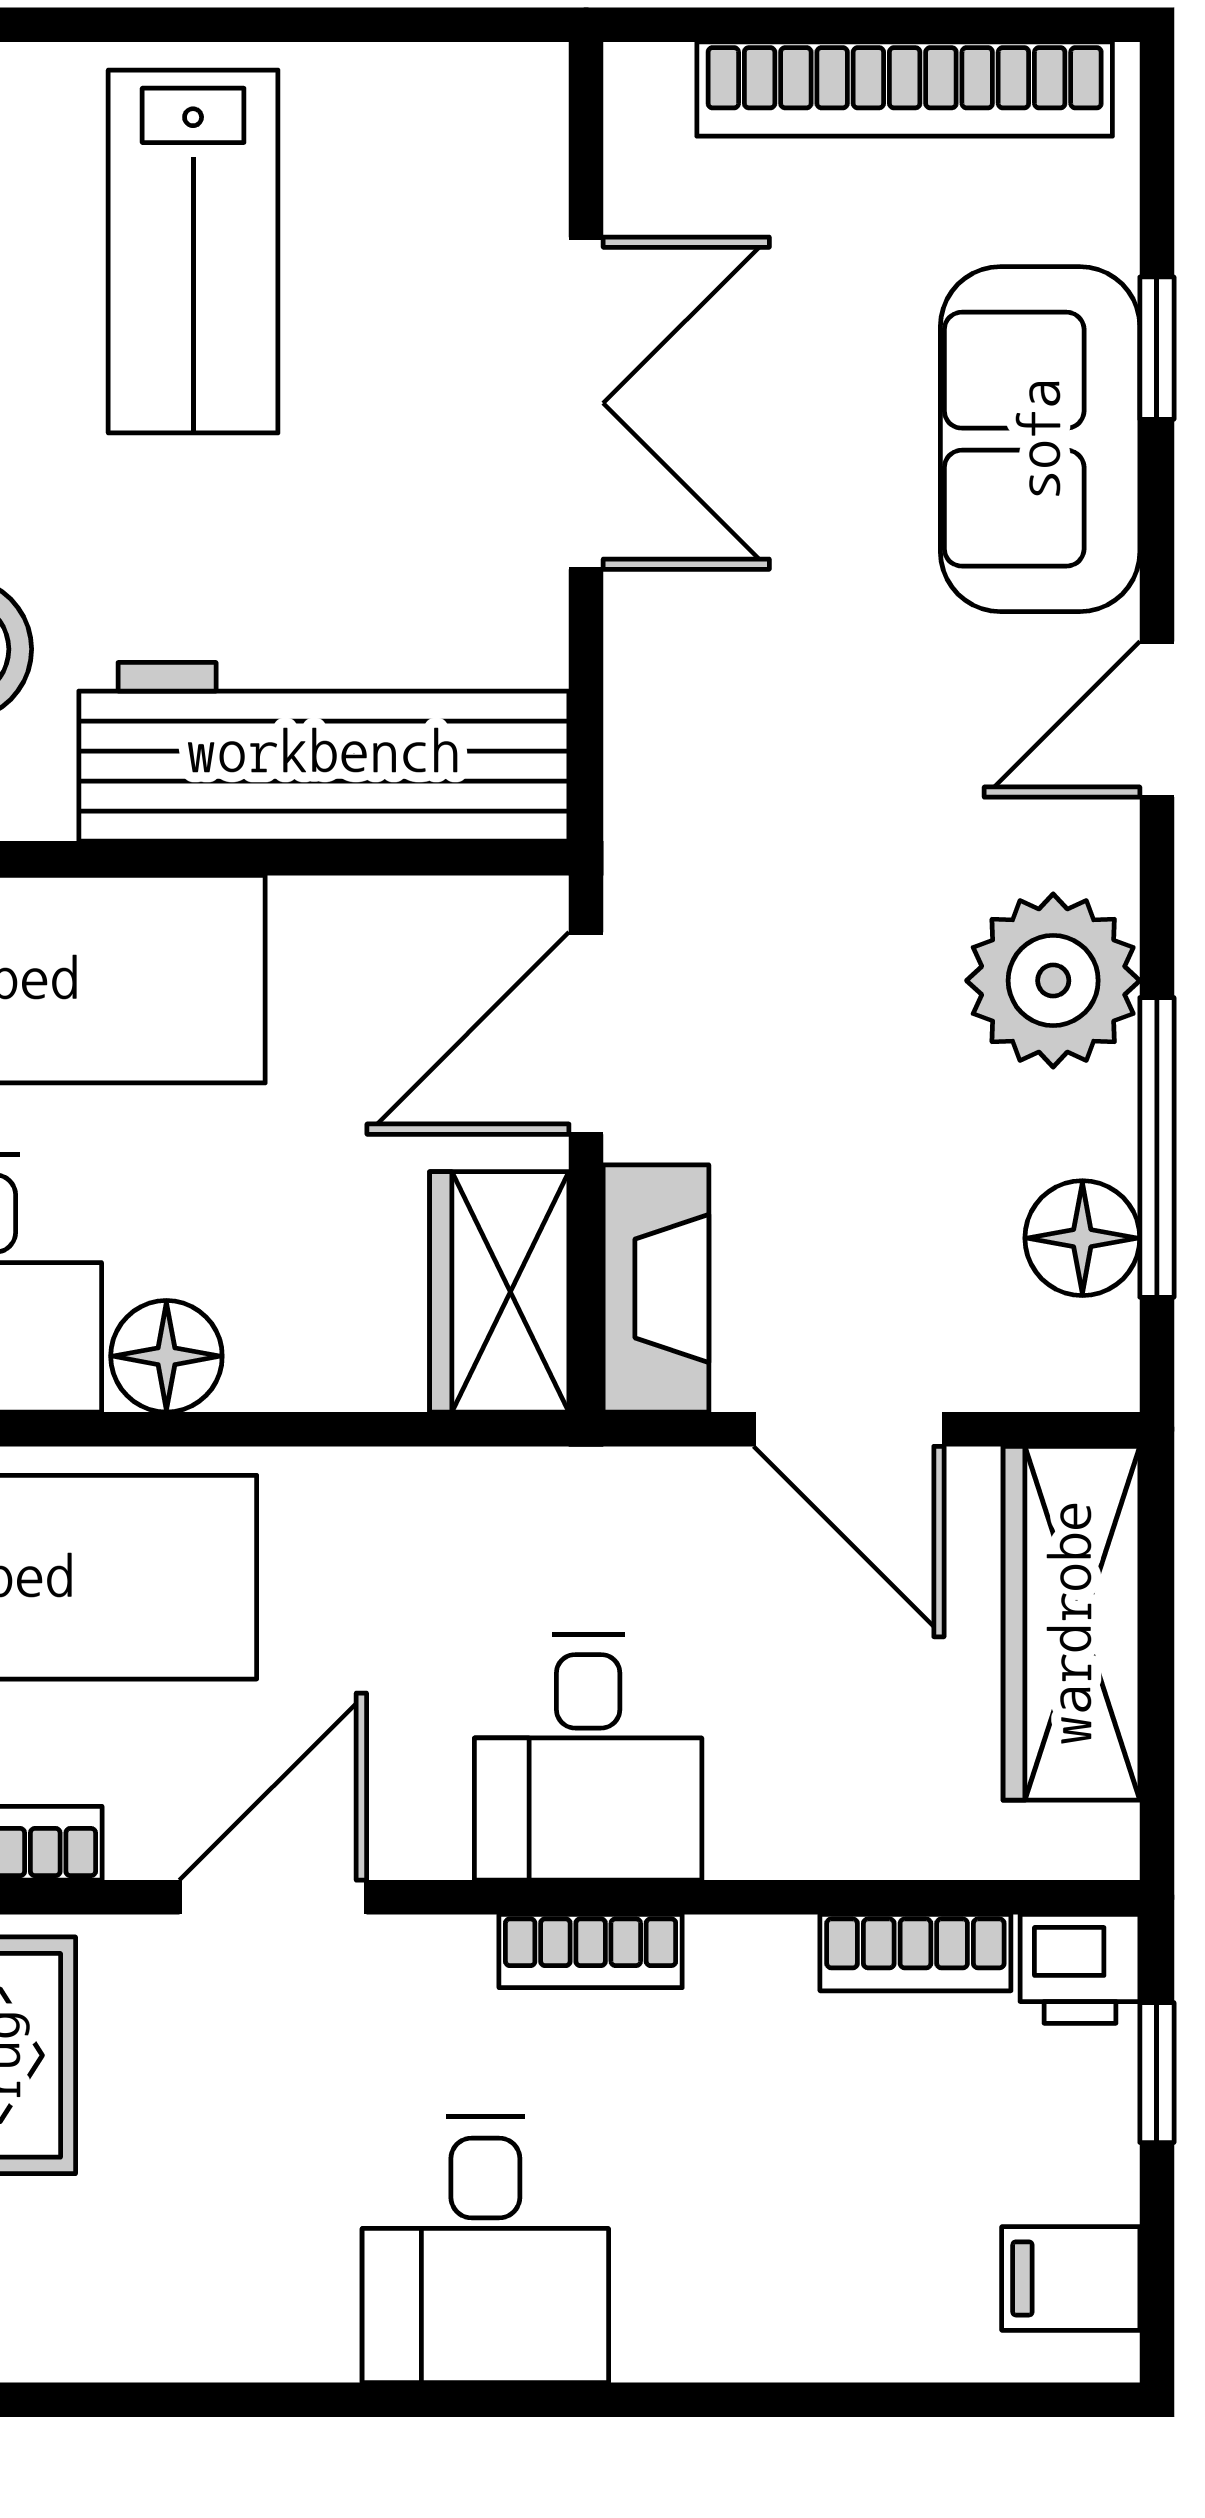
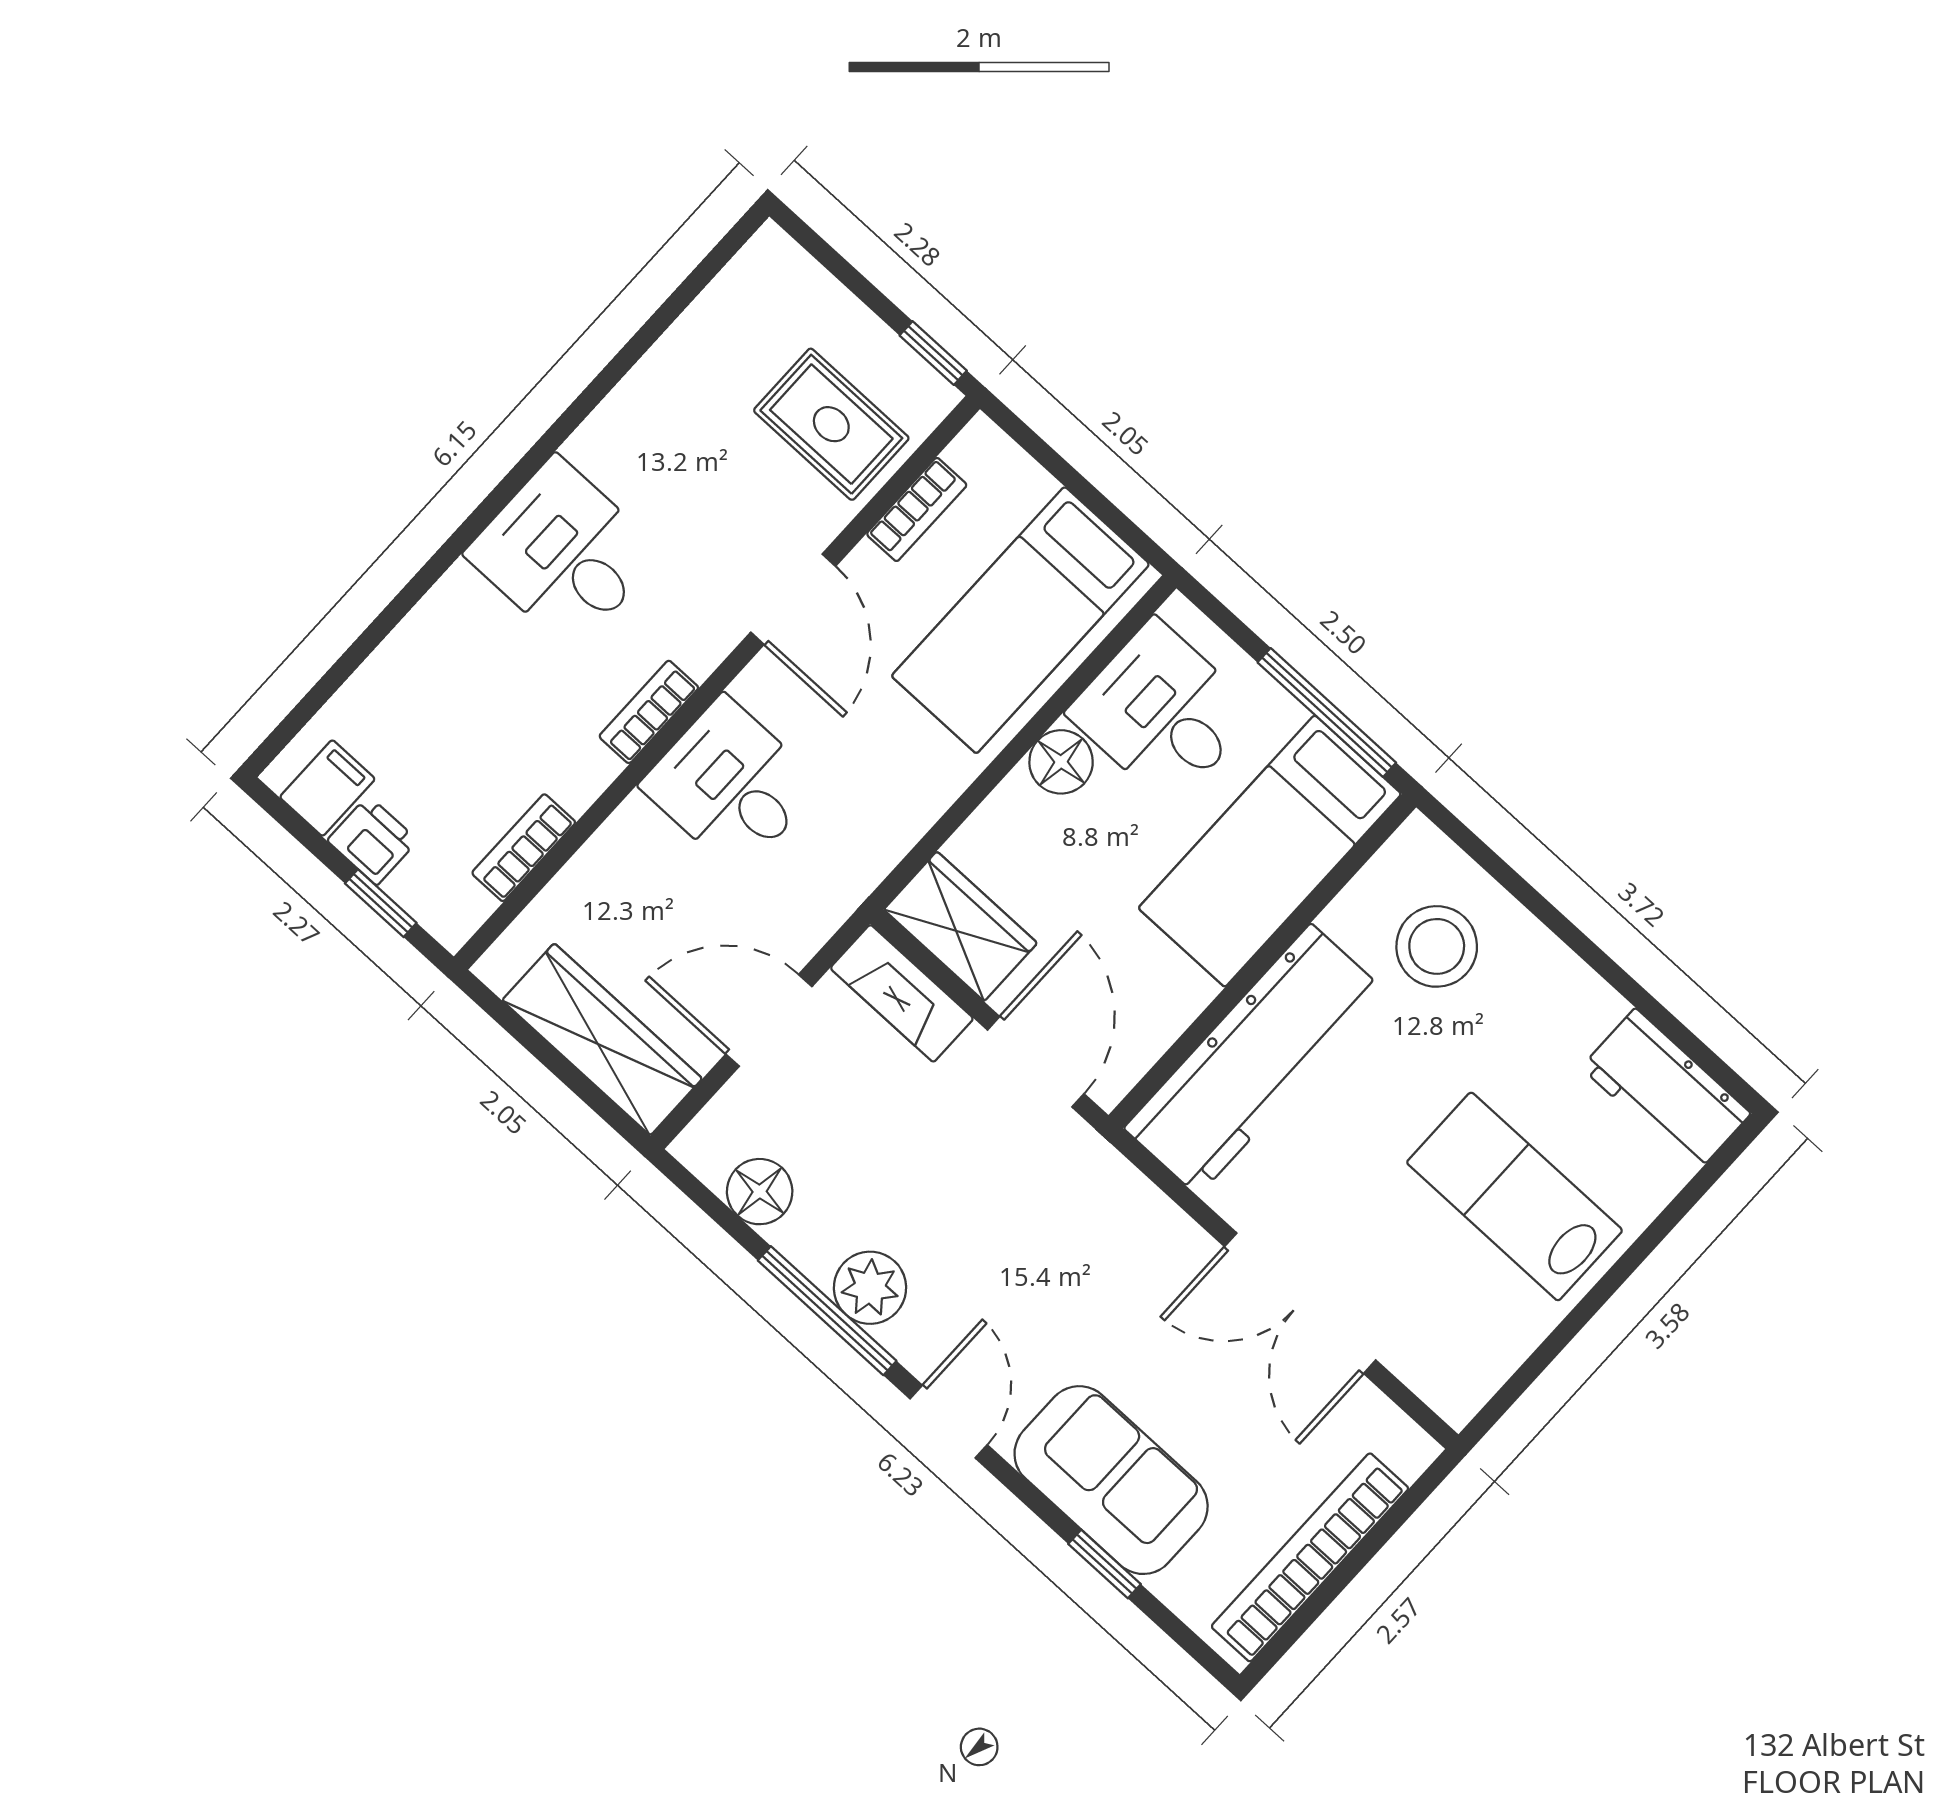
plant: (1053, 981) -> (870, 1288), width x0.73, depth x0.73
window: (1157, 1147) -> (827, 1311), moved
printer: (1080, 1969) -> (373, 840), moved, turned 90

